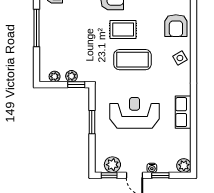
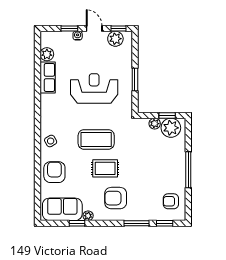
plant: (55, 76) -> (171, 128), width x1.87, depth x1.87
window: (76, 85) -> (167, 116), moved
row of seats: (183, 112) -> (48, 77), moved
reception desk: (135, 113) -> (94, 88), turned 180
plant: (184, 166) -> (47, 54), moved

